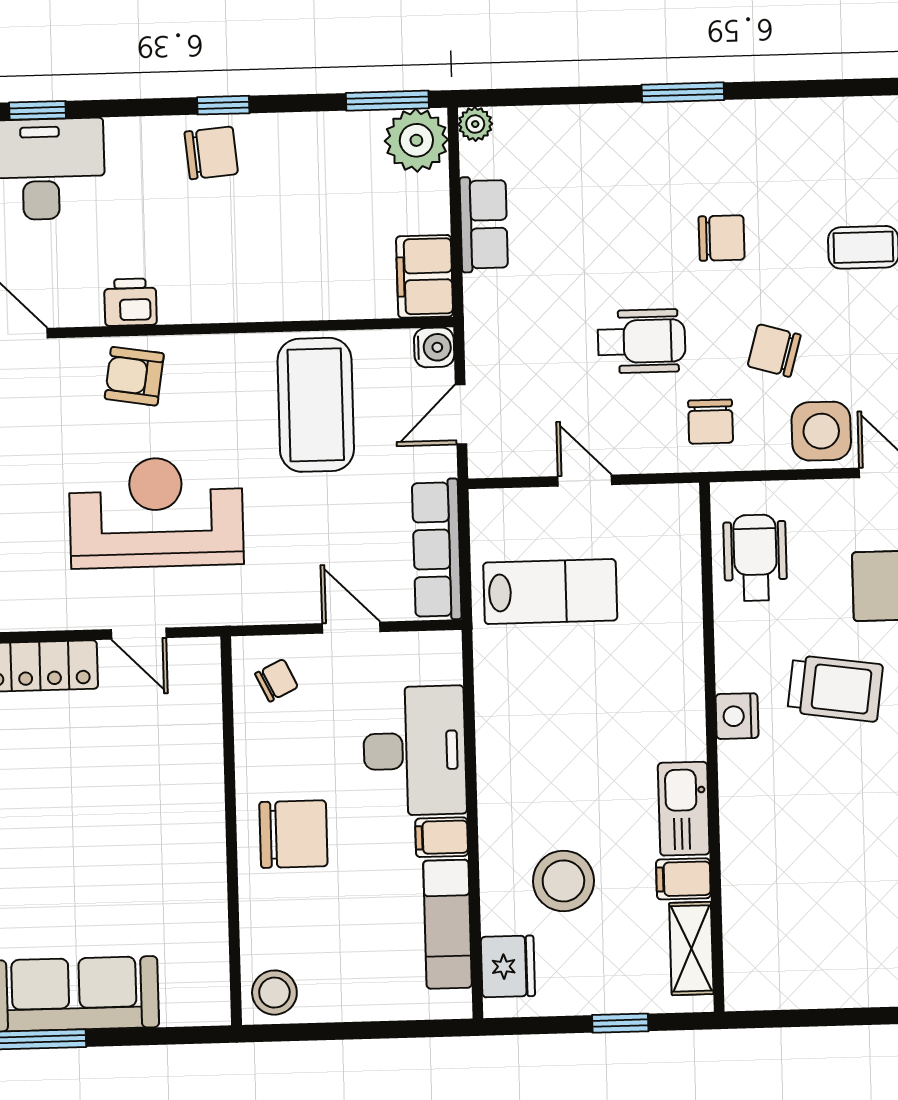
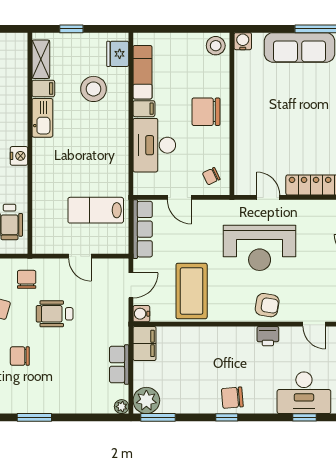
water cooler: (210, 1005) -> (243, 41), added

